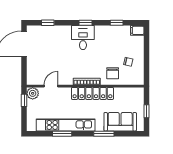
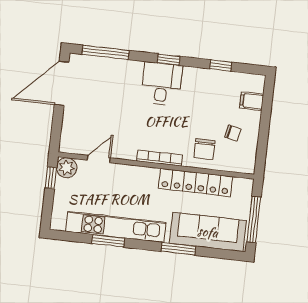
window: (48, 23) -> (105, 52), width x2.17
filing cabinet: (137, 30) -> (252, 101), moved
locker: (92, 93) -> (195, 182), moved
window: (146, 111) -> (254, 219), width x2.17
sofa: (120, 122) -> (208, 232), width x1.36

